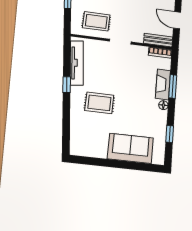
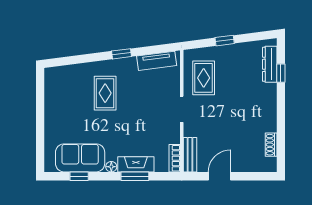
tv unit: (77, 63) -> (157, 61), width x0.71
sofa: (130, 148) -> (80, 158), moved, turned -90

